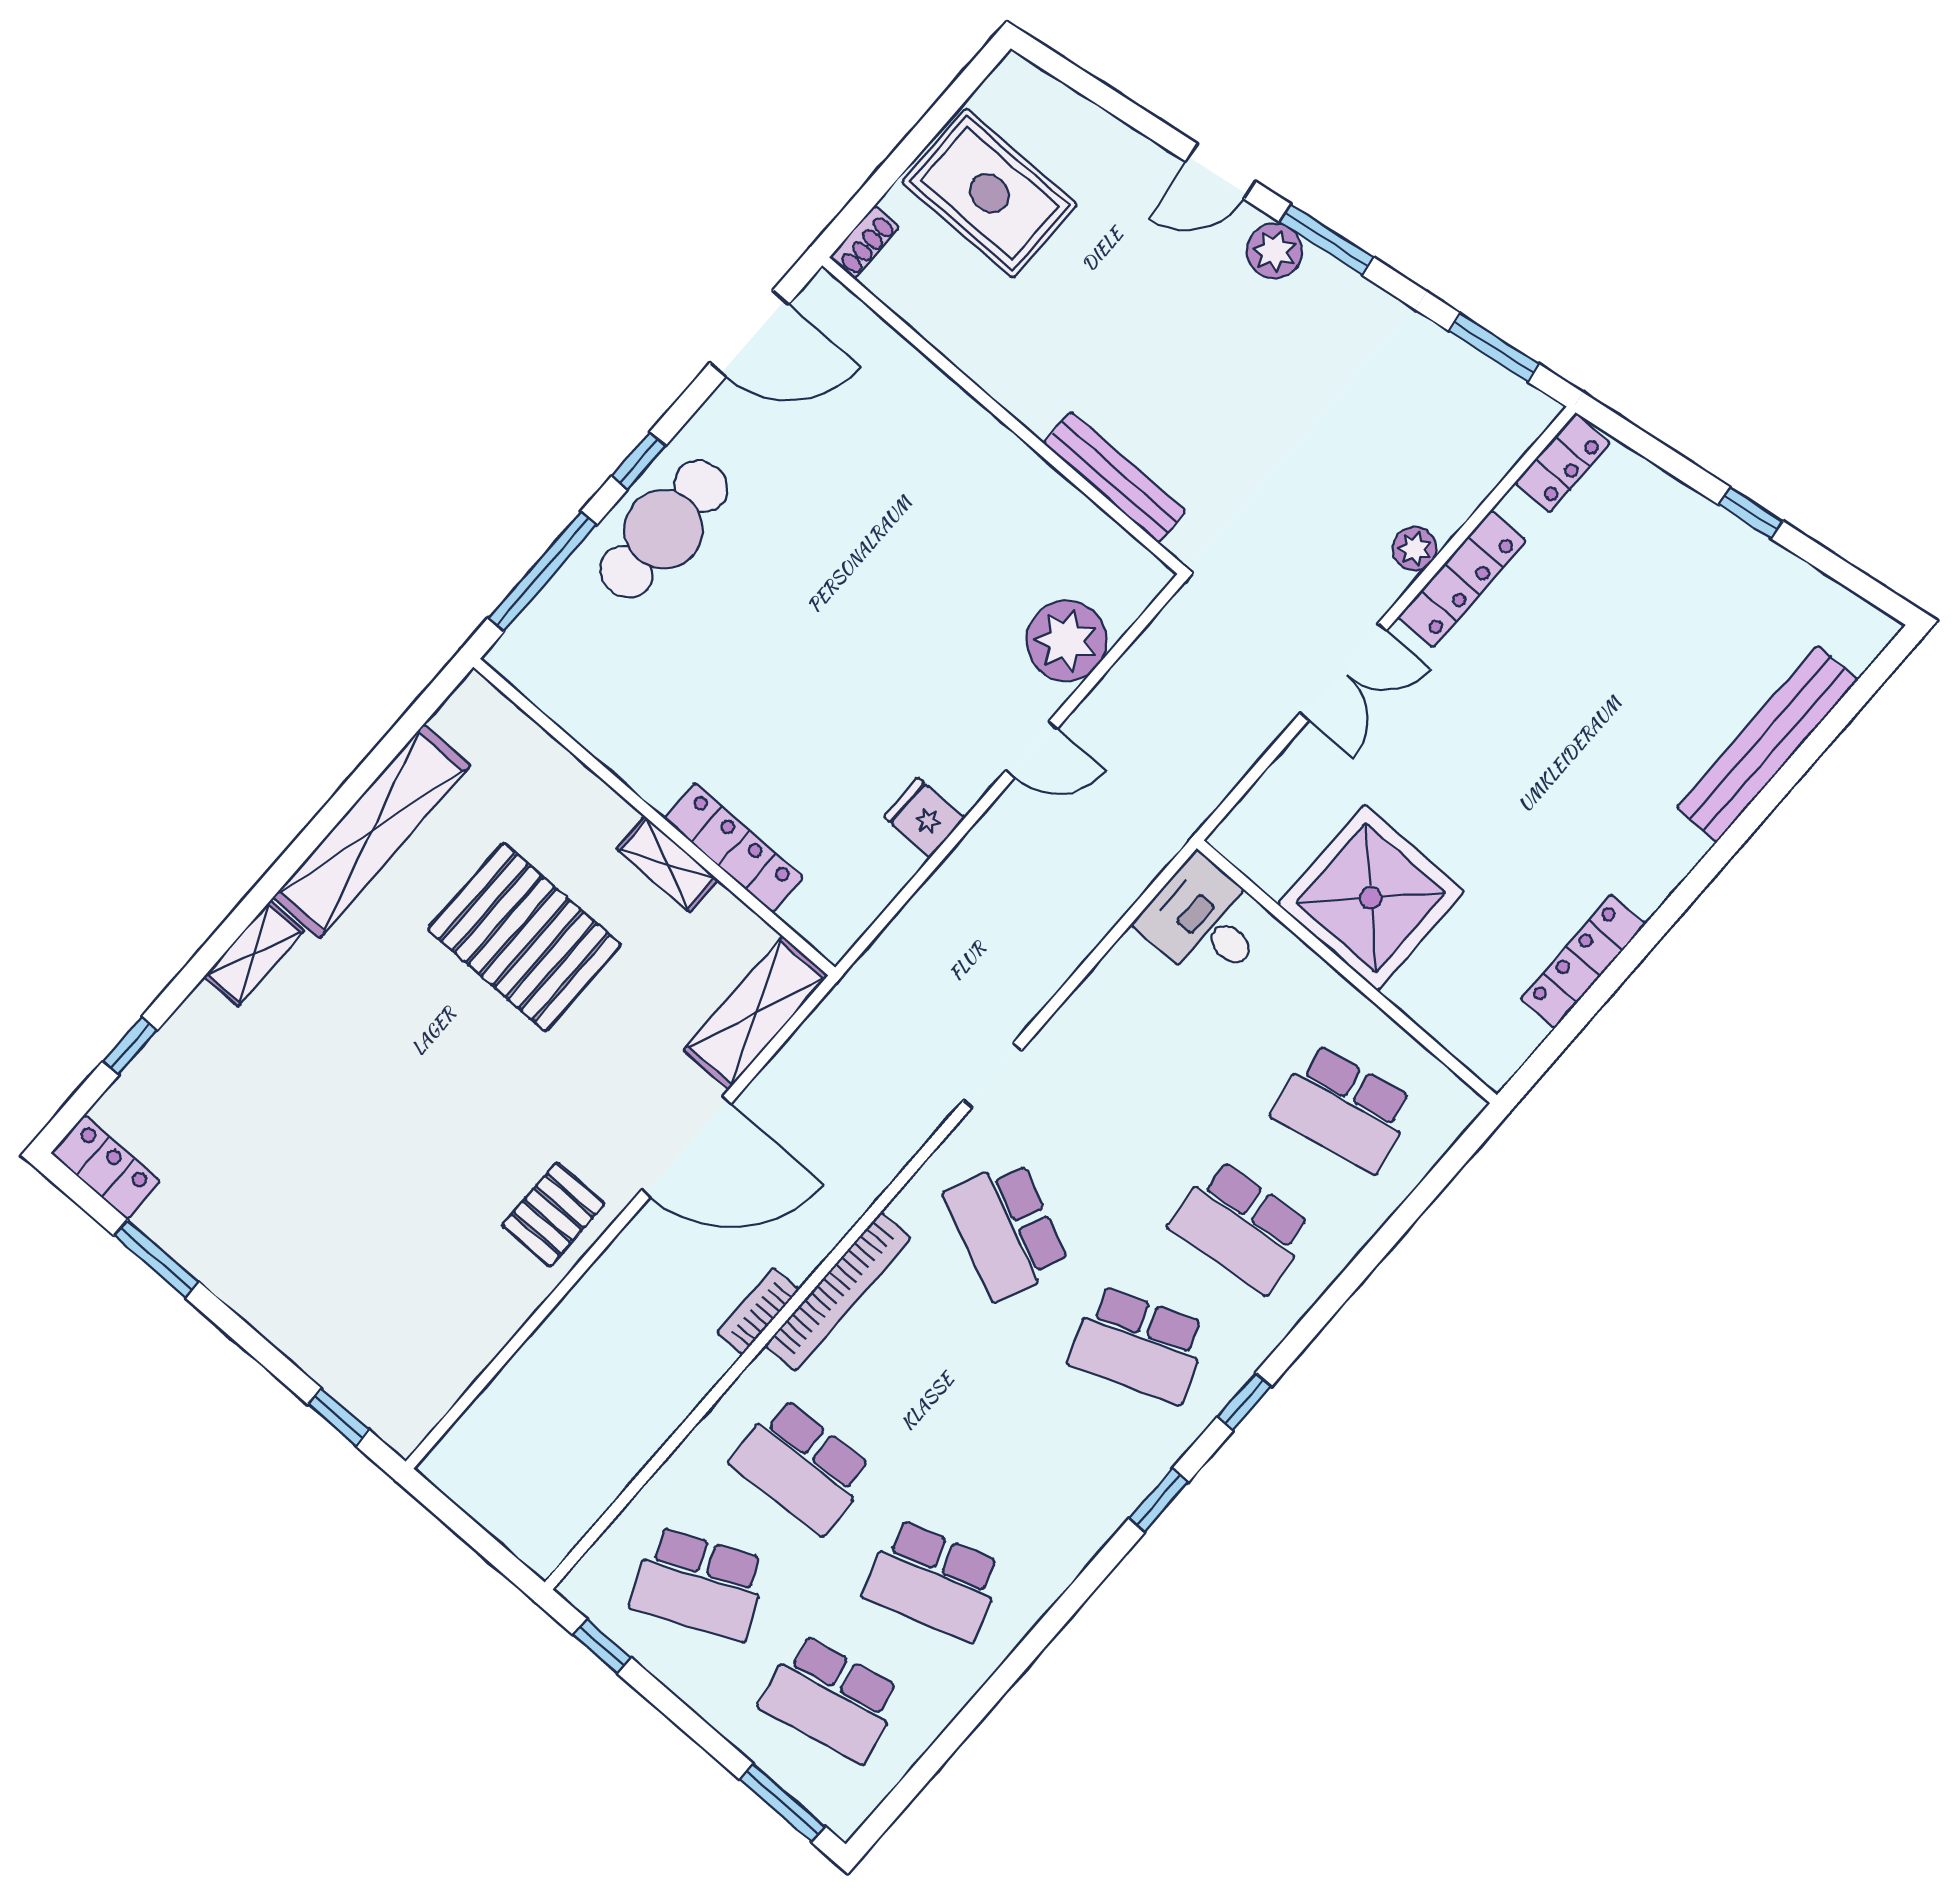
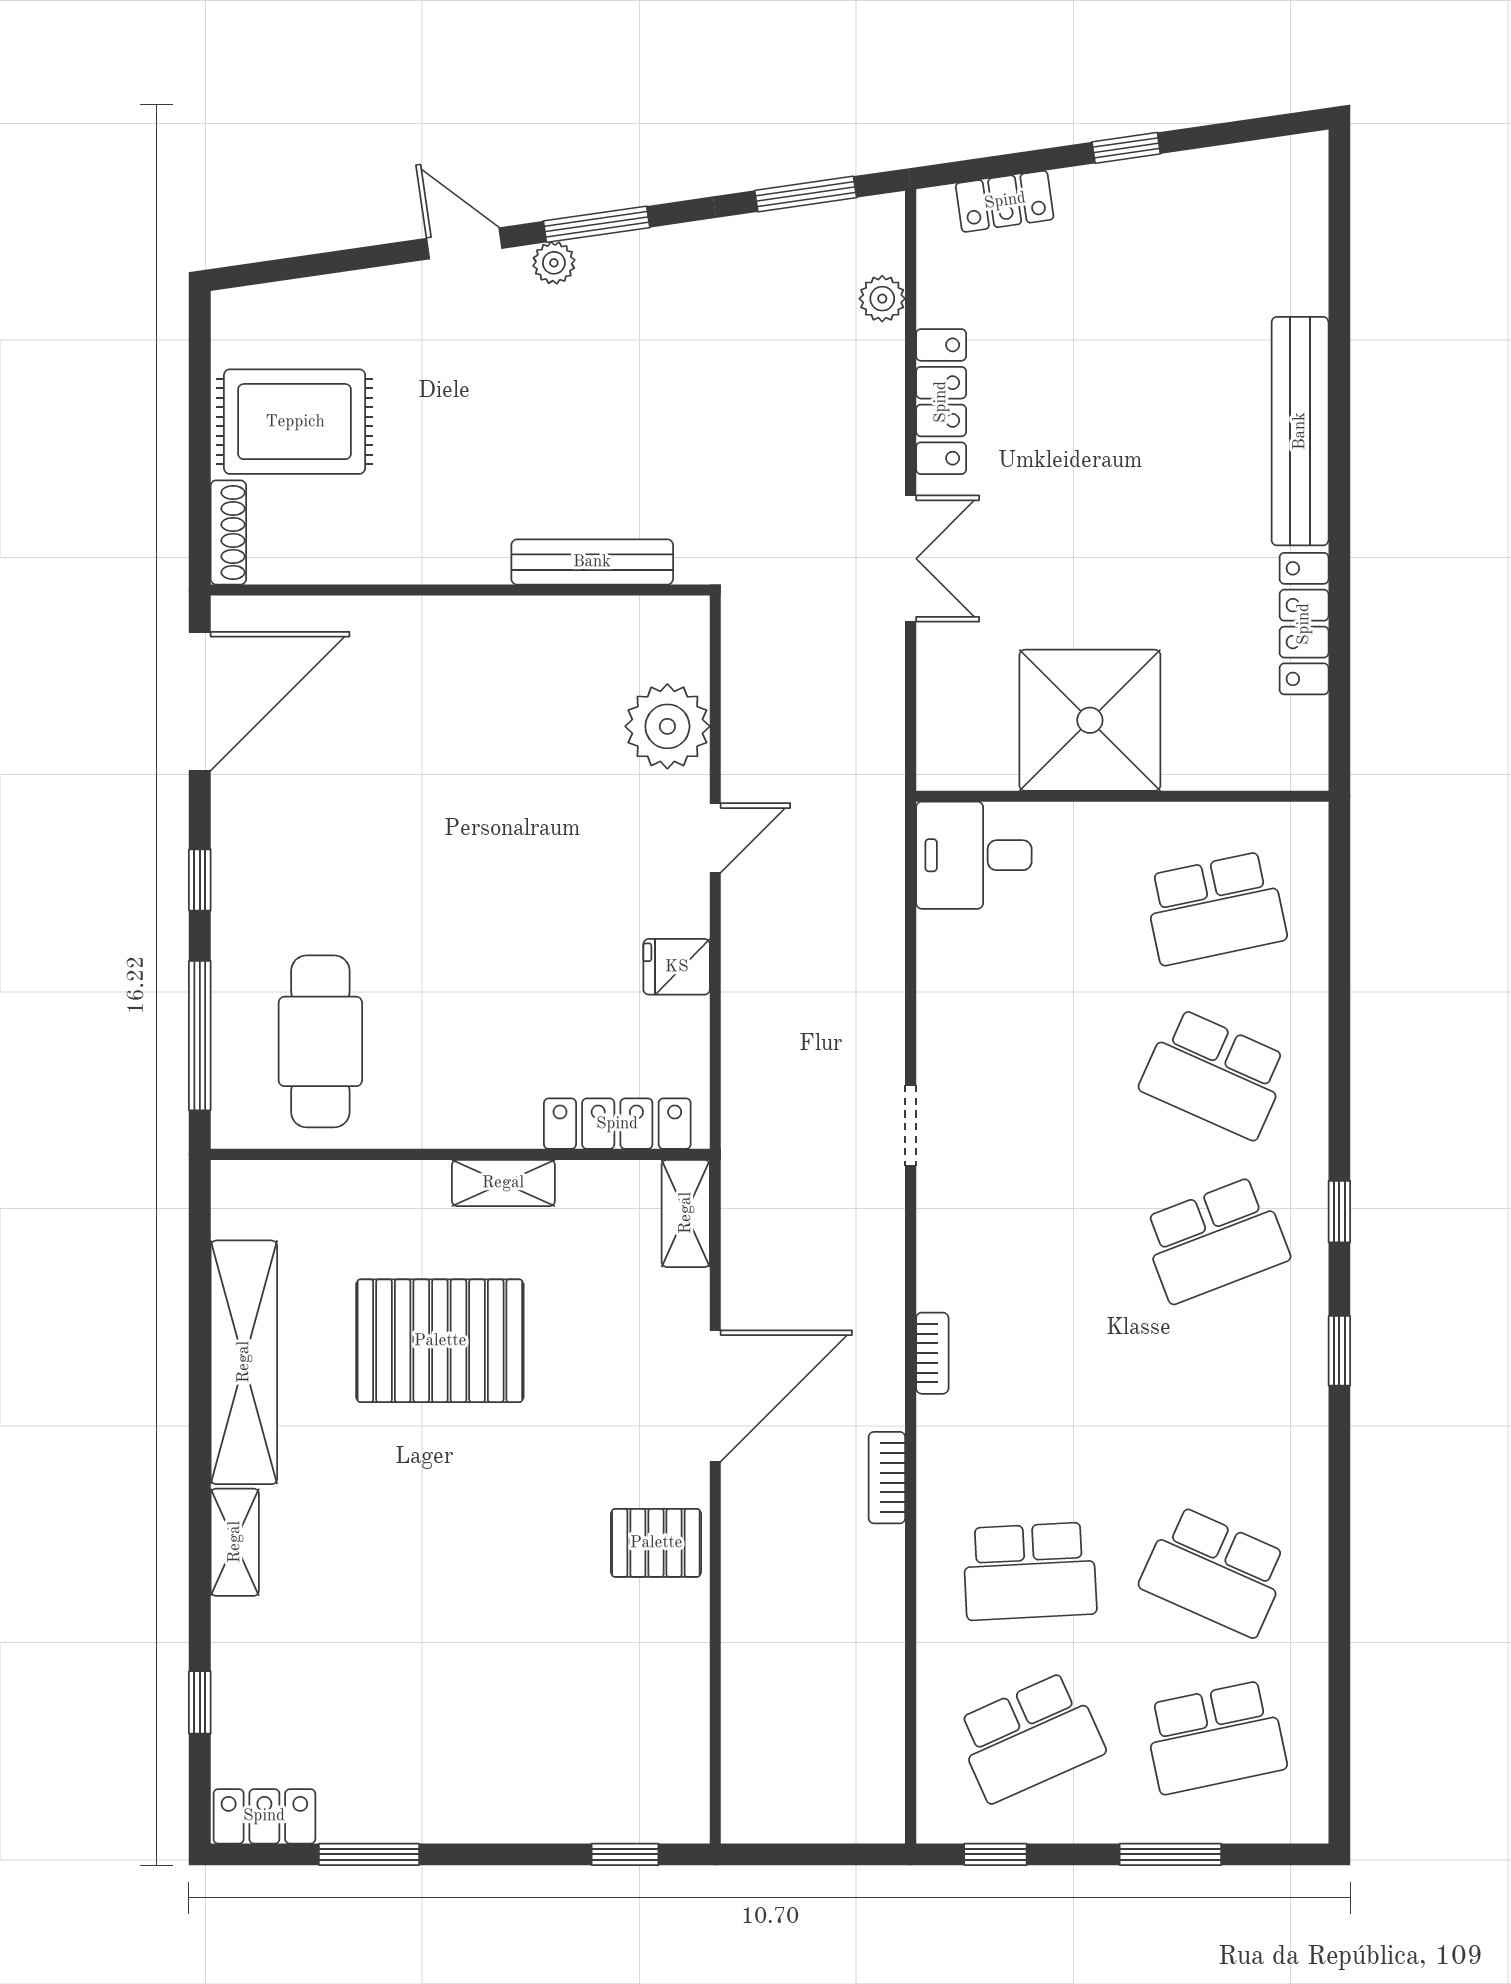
door: (1221, 171) -> (464, 243), swing flipped
shoe rack: (864, 242) -> (228, 532), width x1.43
plant: (1275, 251) -> (554, 263), width x0.73, depth x0.73
door: (749, 334) -> (200, 701), width x1.36
locker: (1562, 463) -> (1005, 201), moved, turned 82
cafe table: (663, 529) -> (320, 1041), moved
plant: (1415, 549) -> (882, 299), moved
bench: (1767, 744) -> (1300, 431), moved
locker: (734, 848) -> (617, 1124), moved
shelving: (756, 1013) -> (686, 1213), width x0.67, depth x0.75
pallet: (553, 1215) -> (656, 1543), turned 90
school desk: (1241, 1227) -> (1215, 1074), turned 30
school desk: (1007, 1230) -> (1030, 1240), removed
bookcase: (838, 1292) -> (932, 1353), width x0.43, depth x0.76
school desk: (933, 1581) -> (1215, 1571), turned 42
window: (782, 1803) -> (1170, 1854), moved

